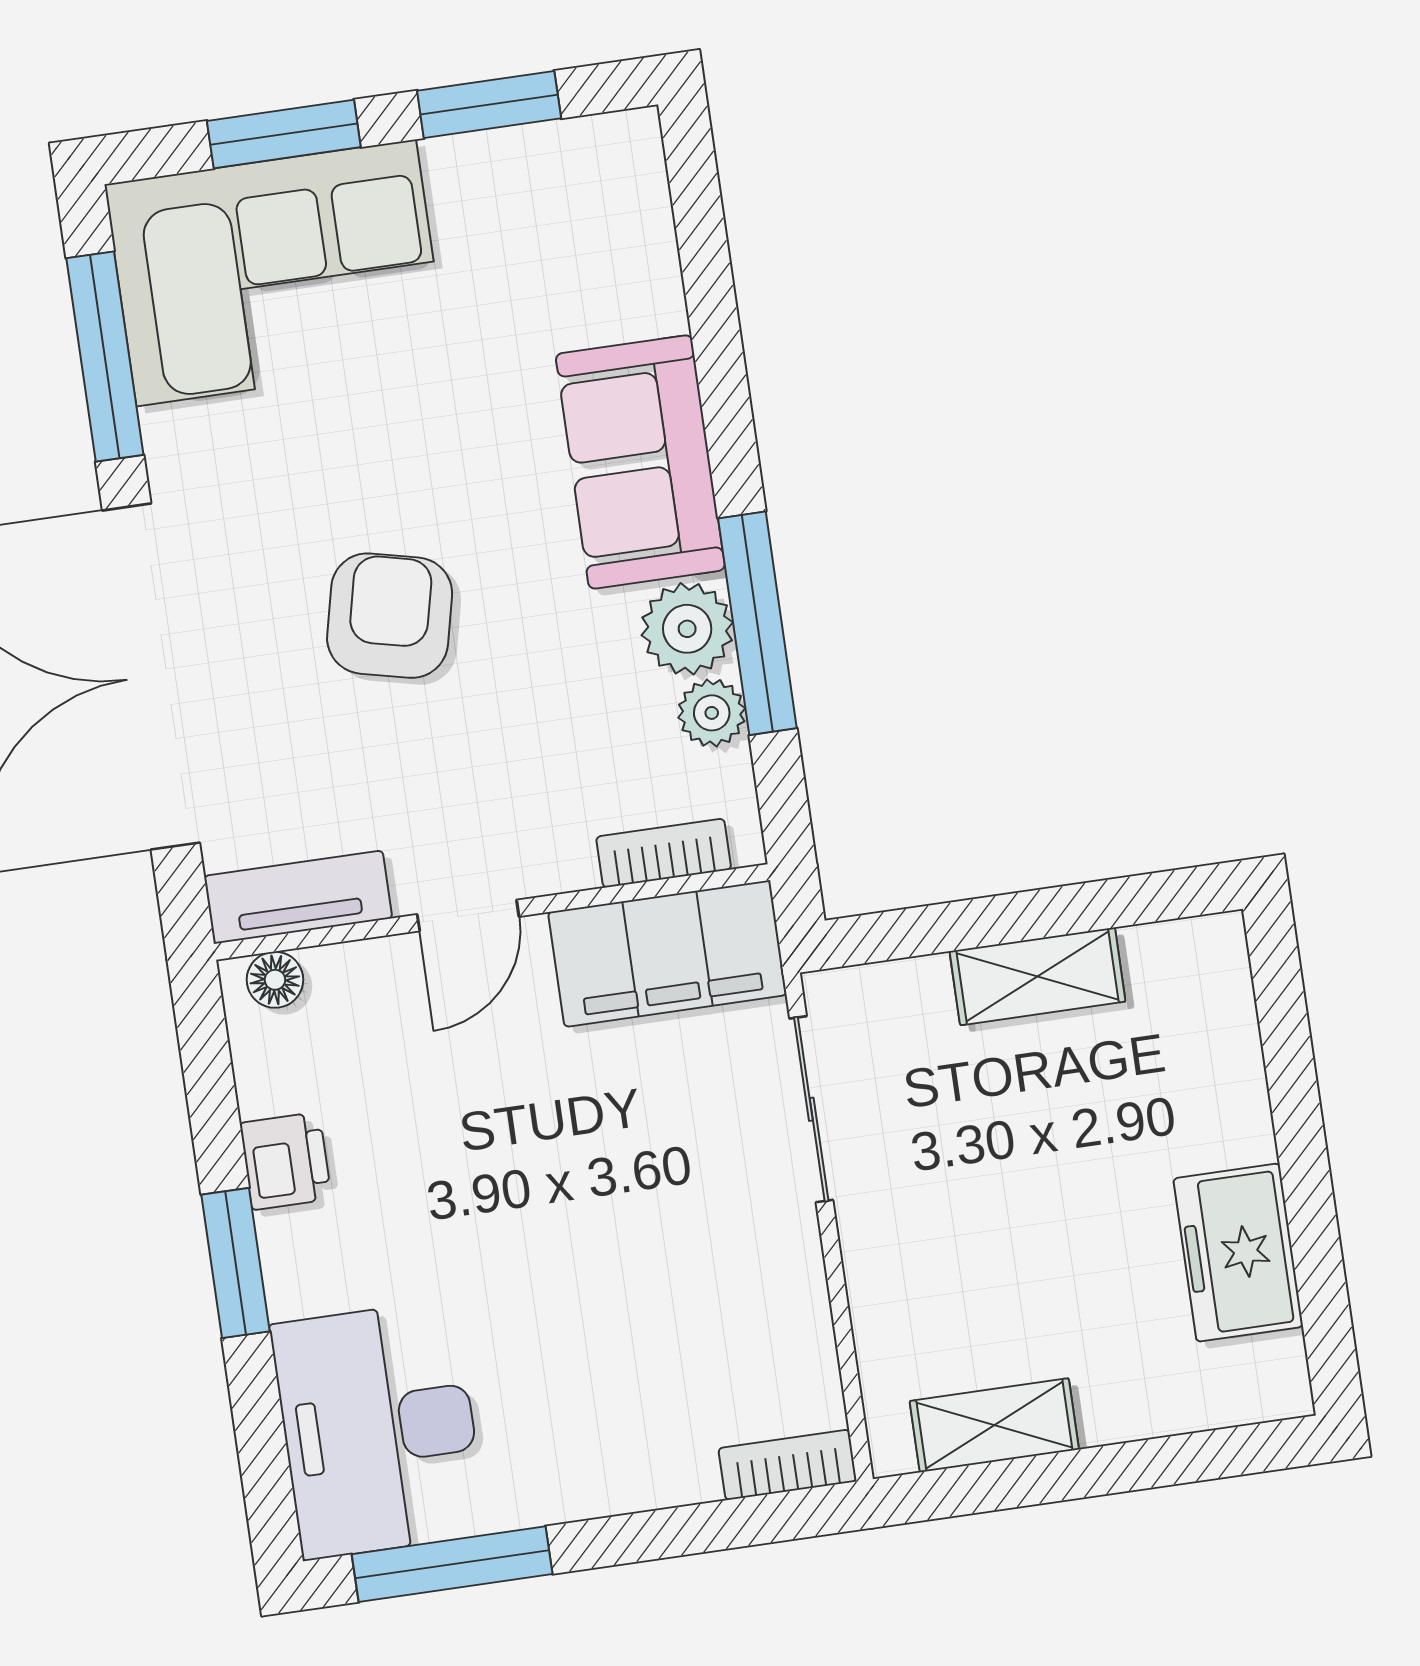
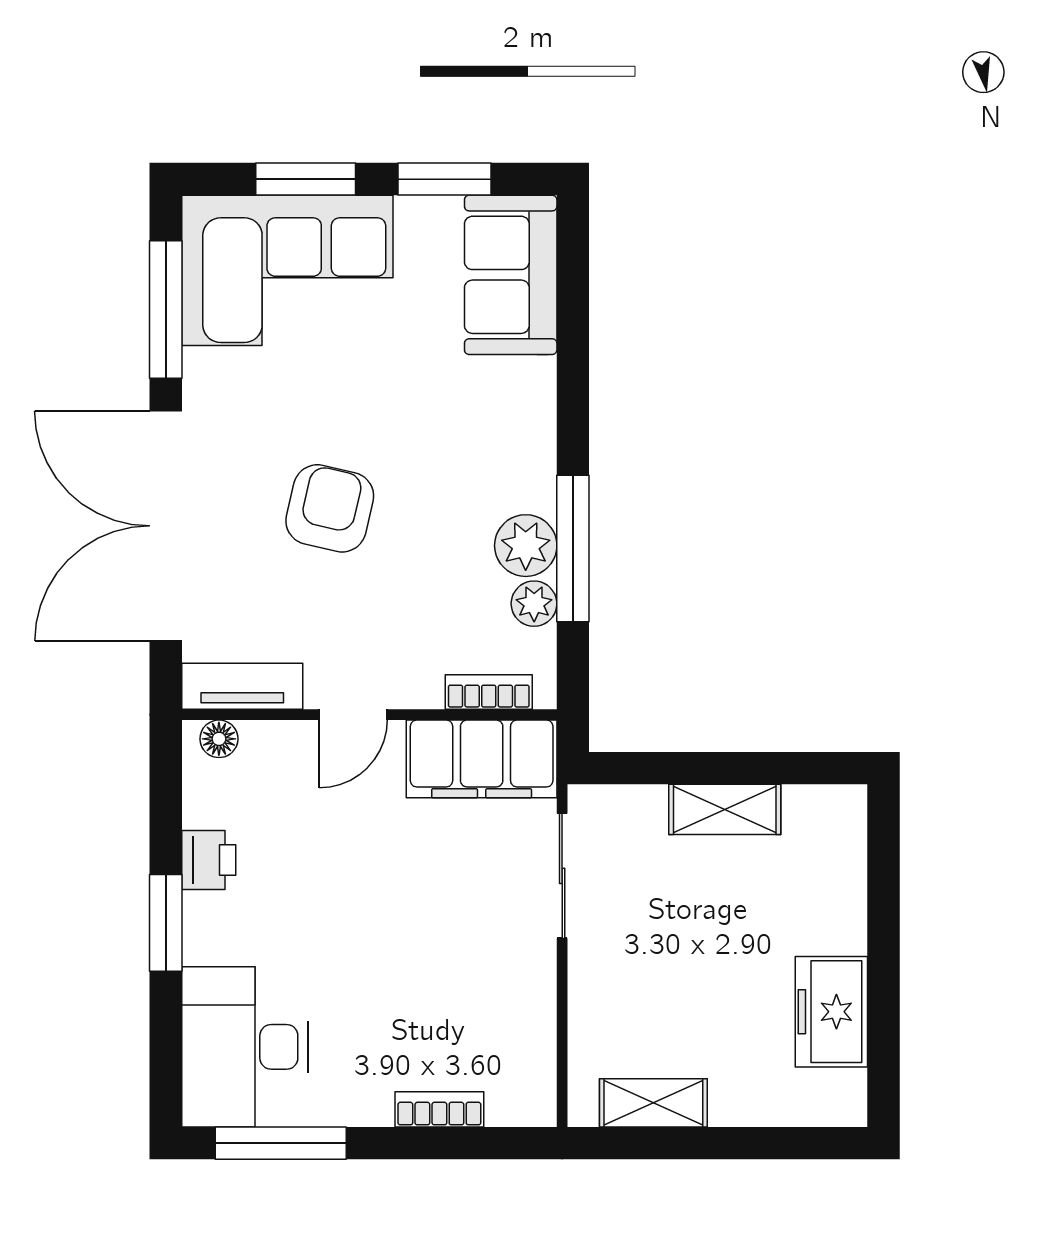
sofa: (640, 462) -> (511, 275), moved
bookcase: (788, 1465) -> (439, 1109), moved

